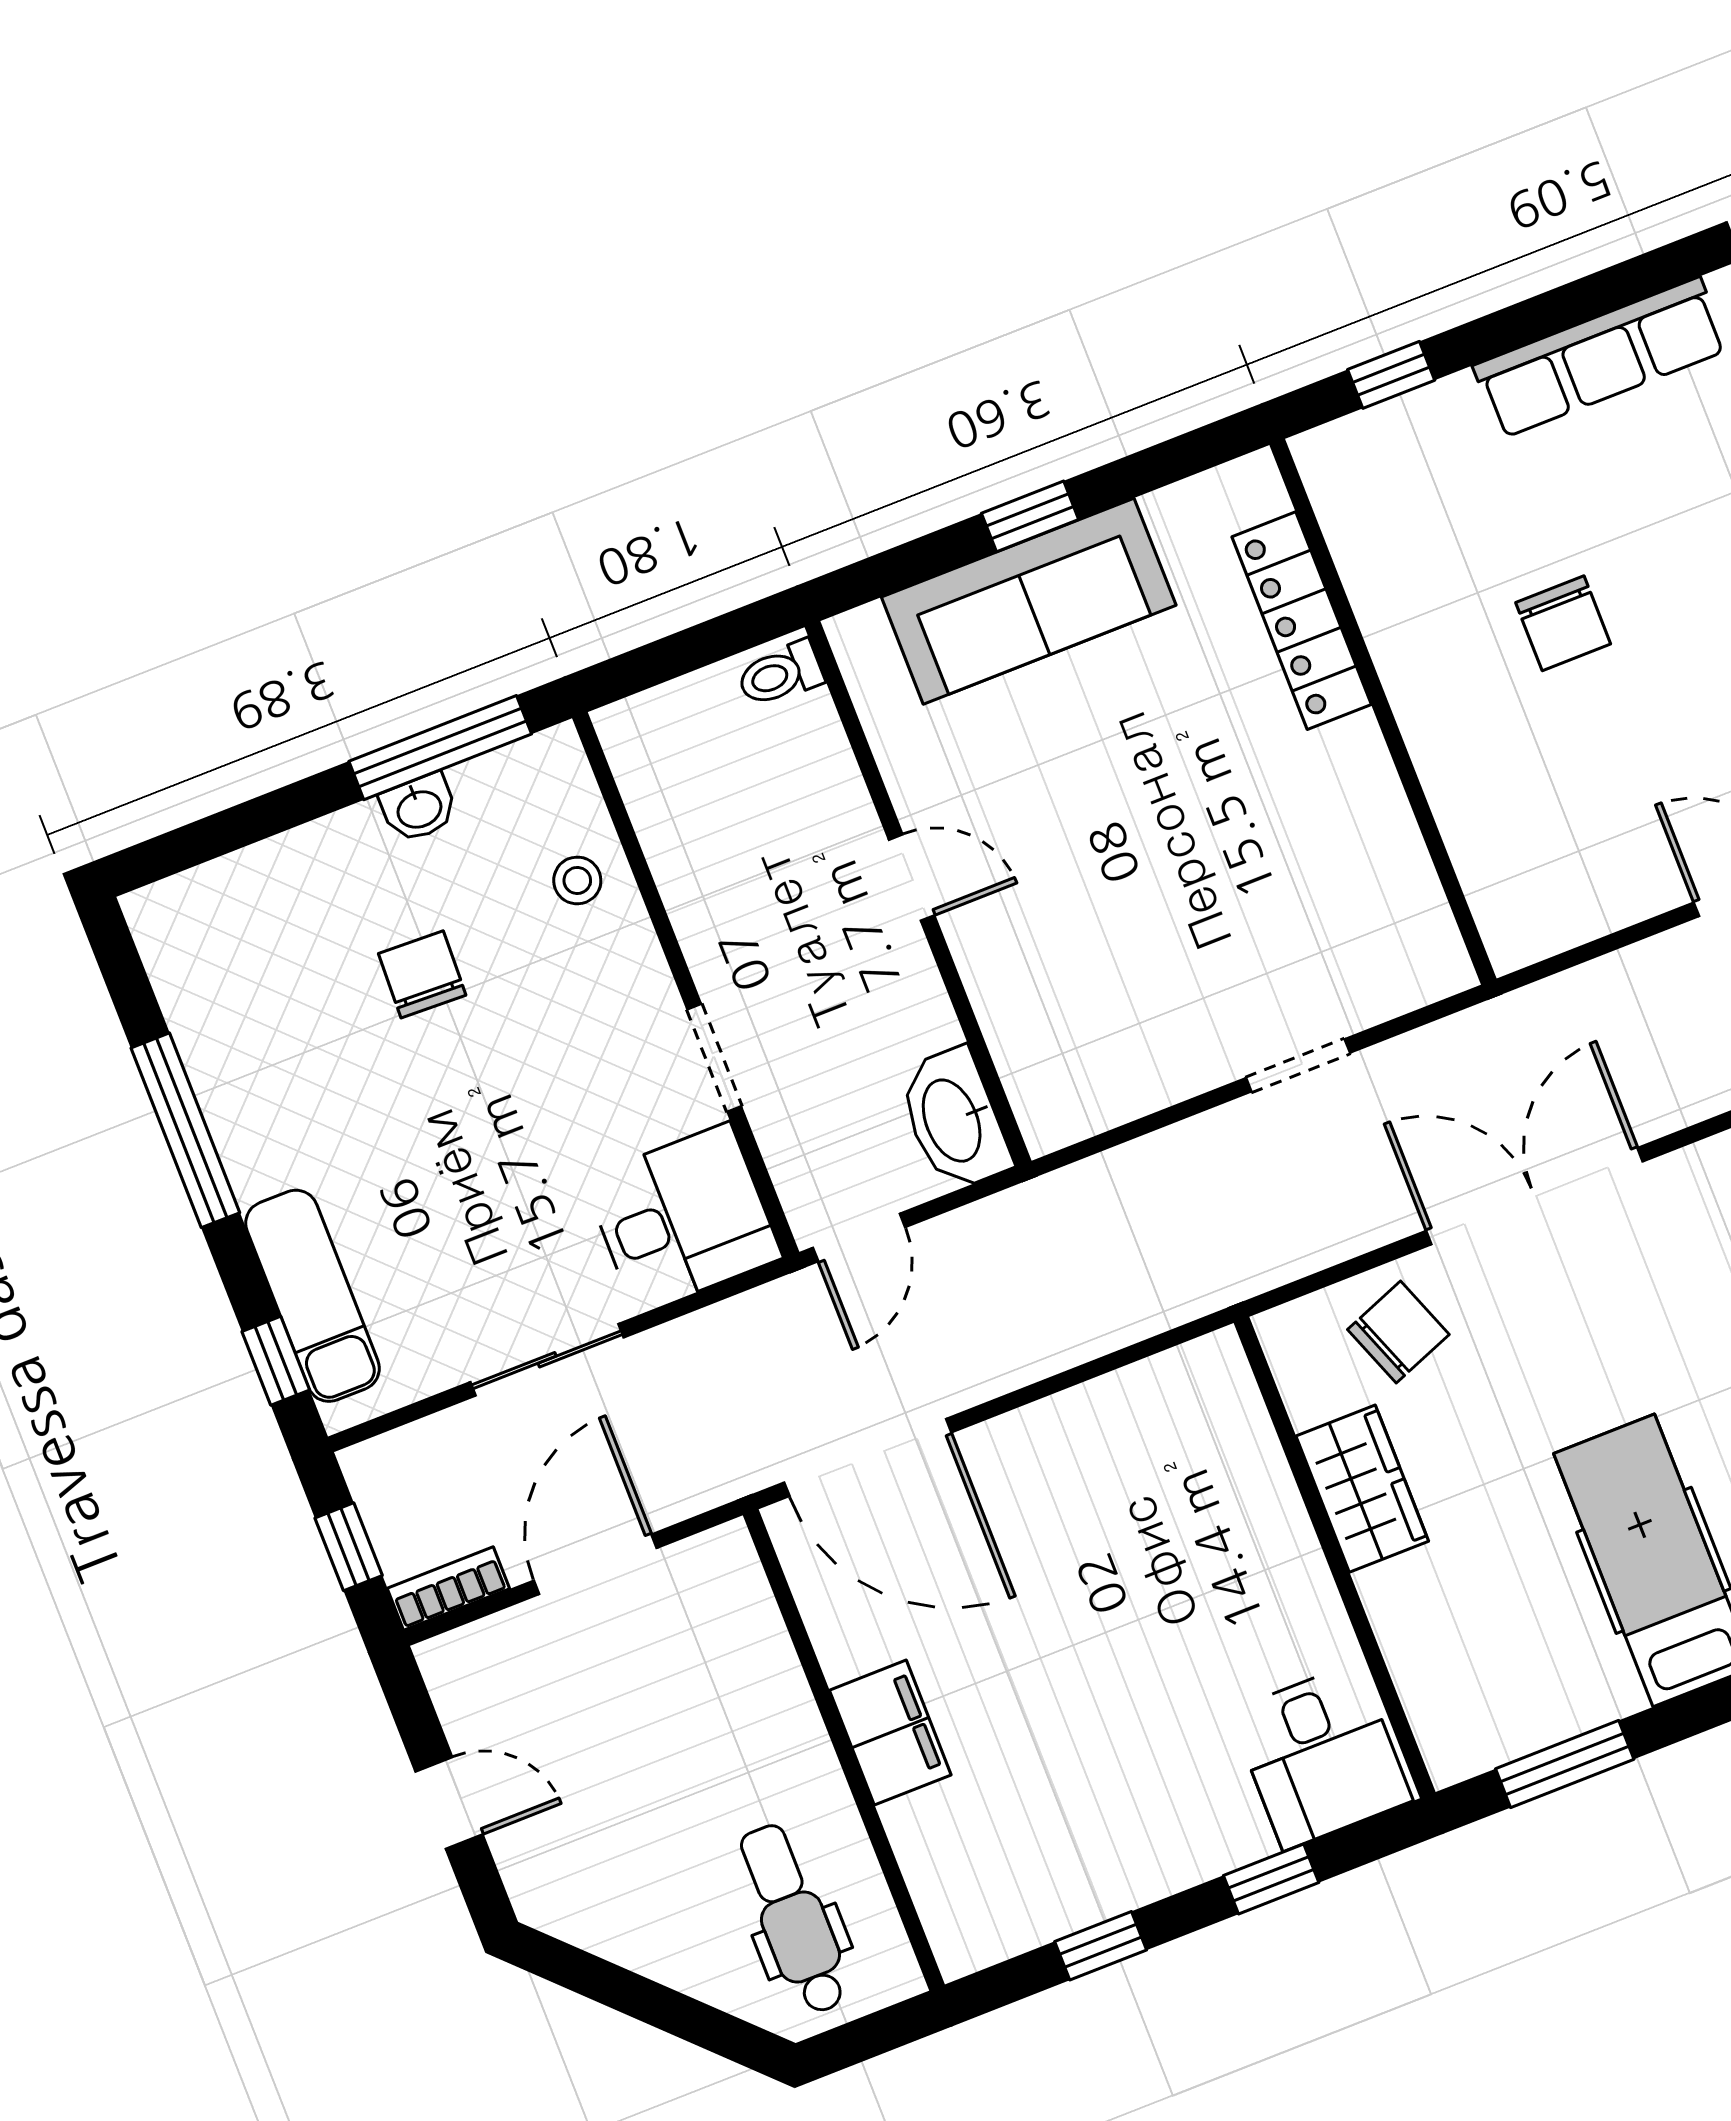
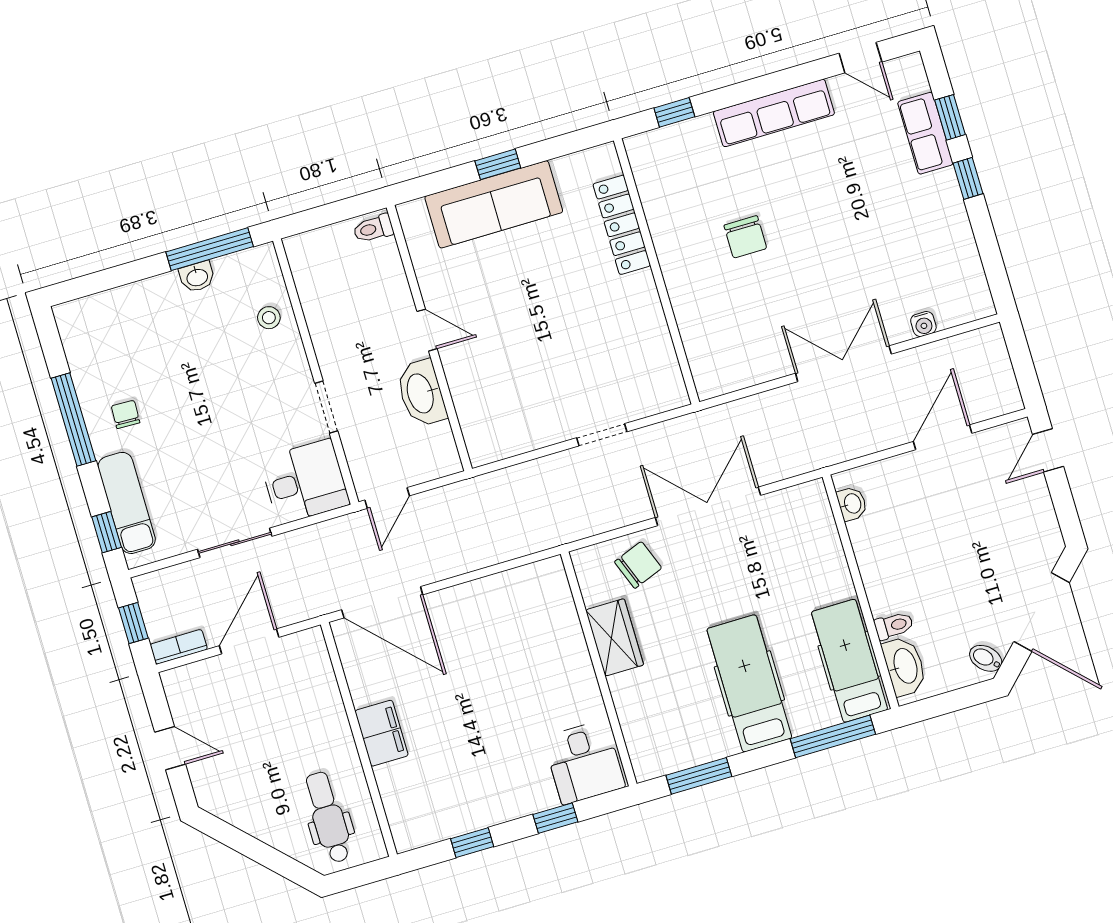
chair: (422, 974) -> (126, 414), moved, width x0.73, depth x0.73
washbasin: (954, 1120) -> (421, 393), moved

